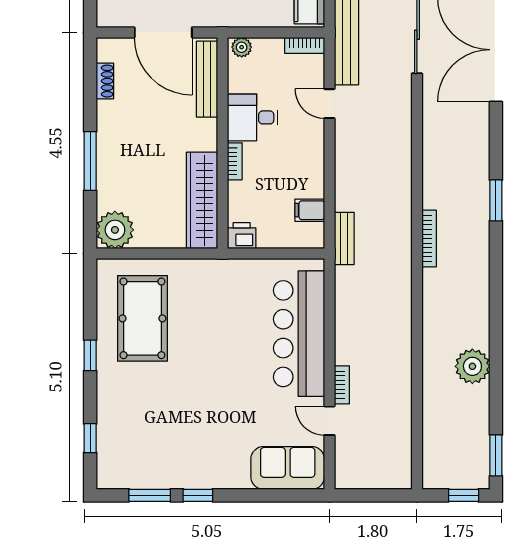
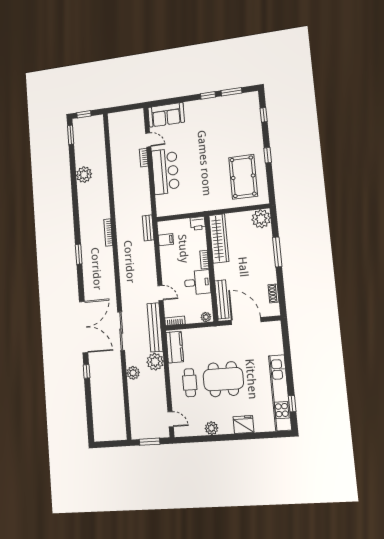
bar counter: (299, 334) -> (165, 171), width x0.73

